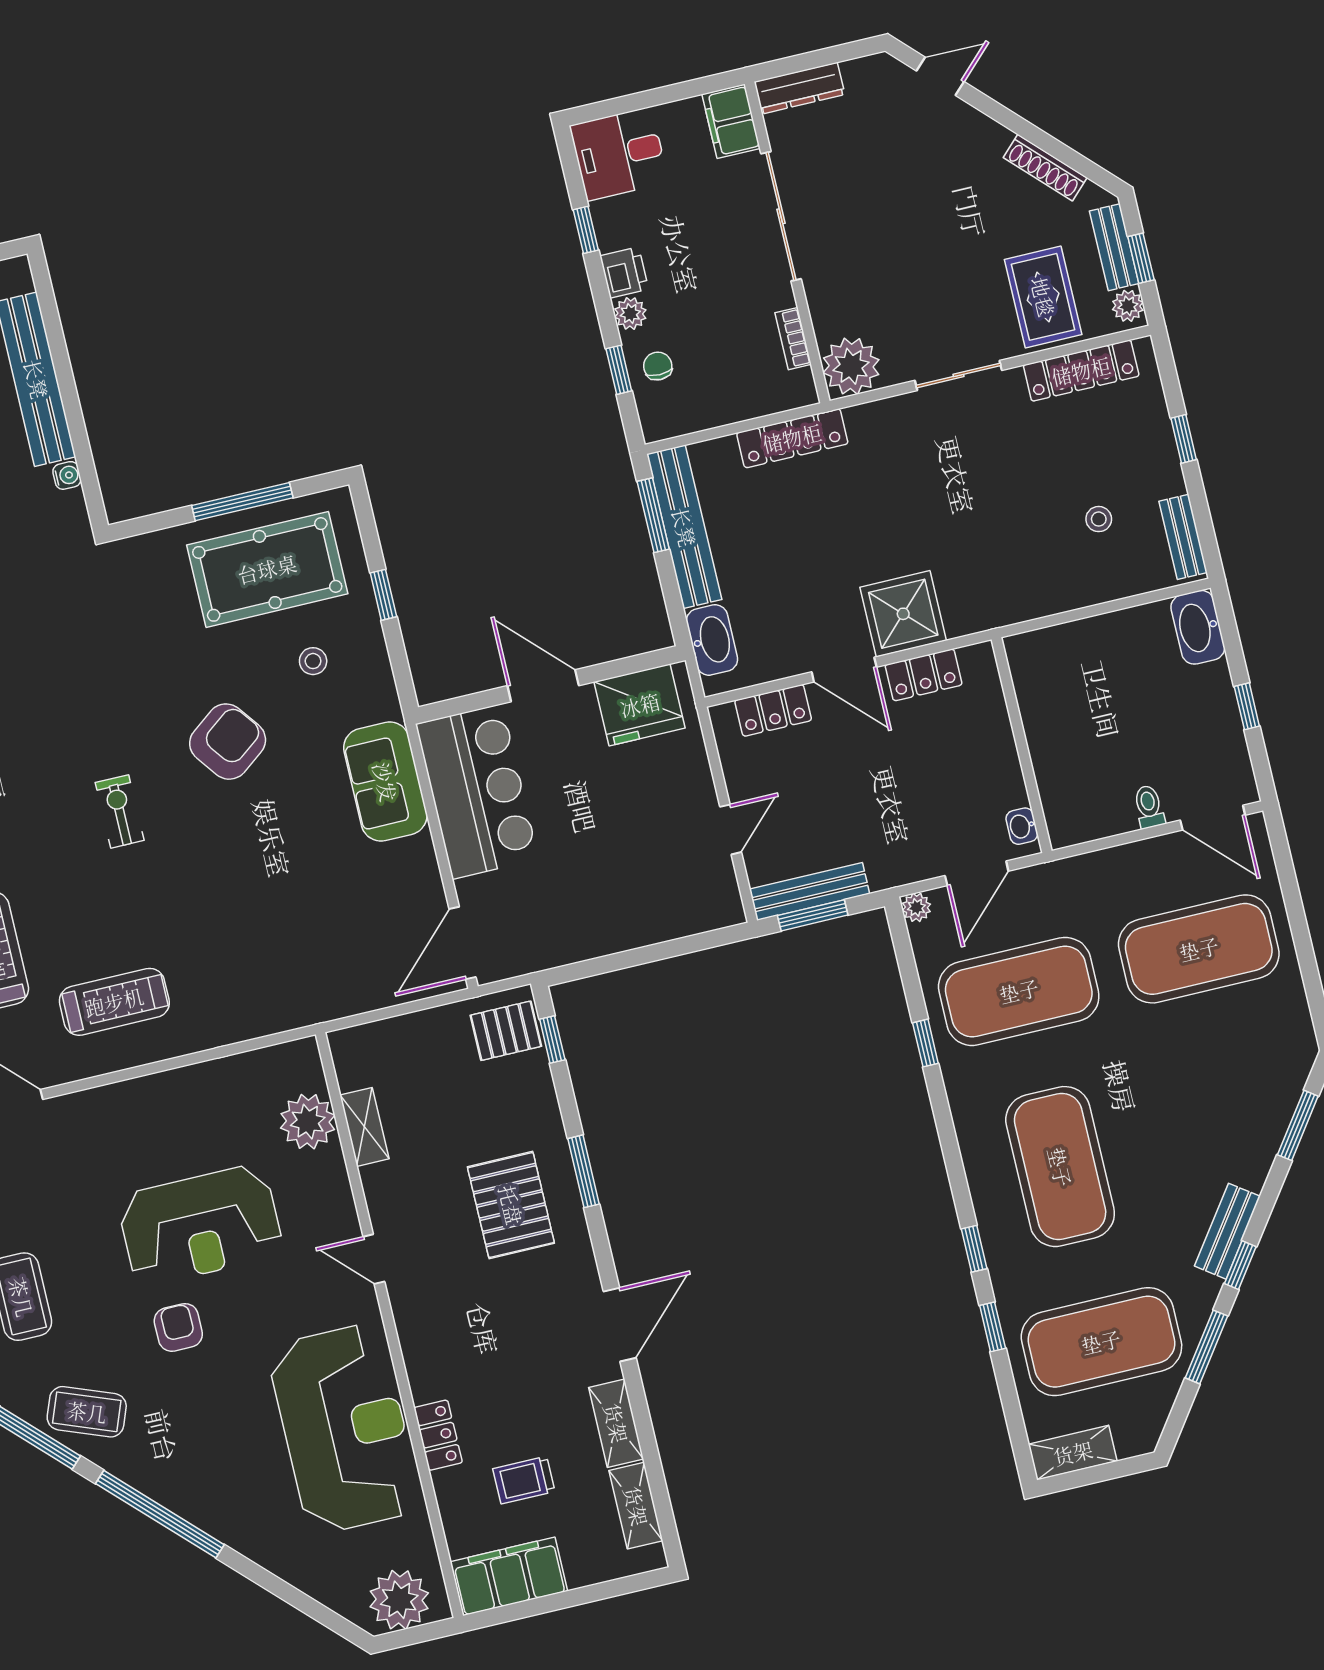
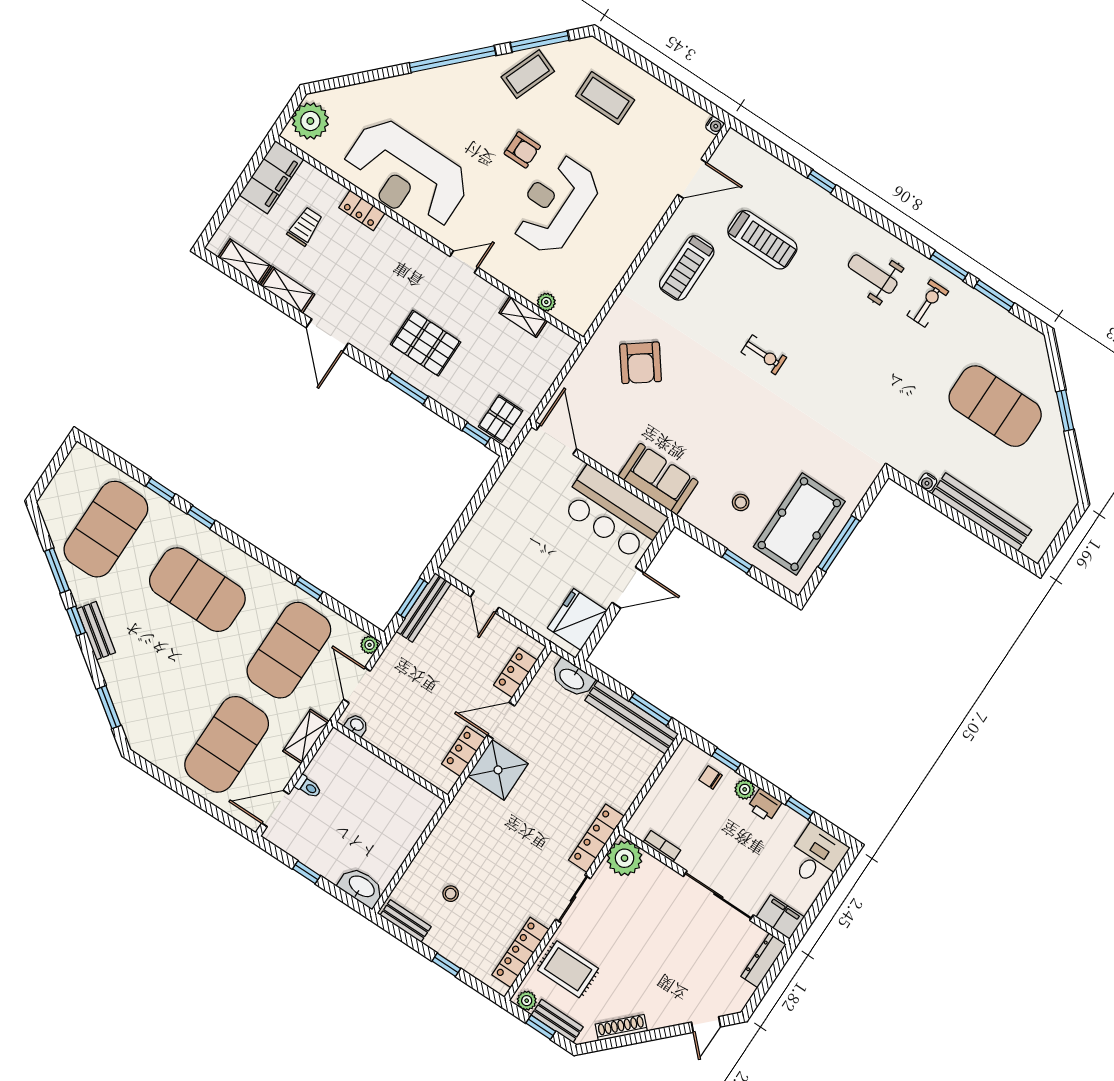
chair: (658, 366) -> (711, 778), turned 180
locker: (792, 438) -> (596, 838), moved
armchair: (228, 742) -> (641, 363), moved
plant: (308, 1122) -> (546, 302), width x0.53, depth x0.53
shelving: (1073, 1453) -> (306, 736), moved

